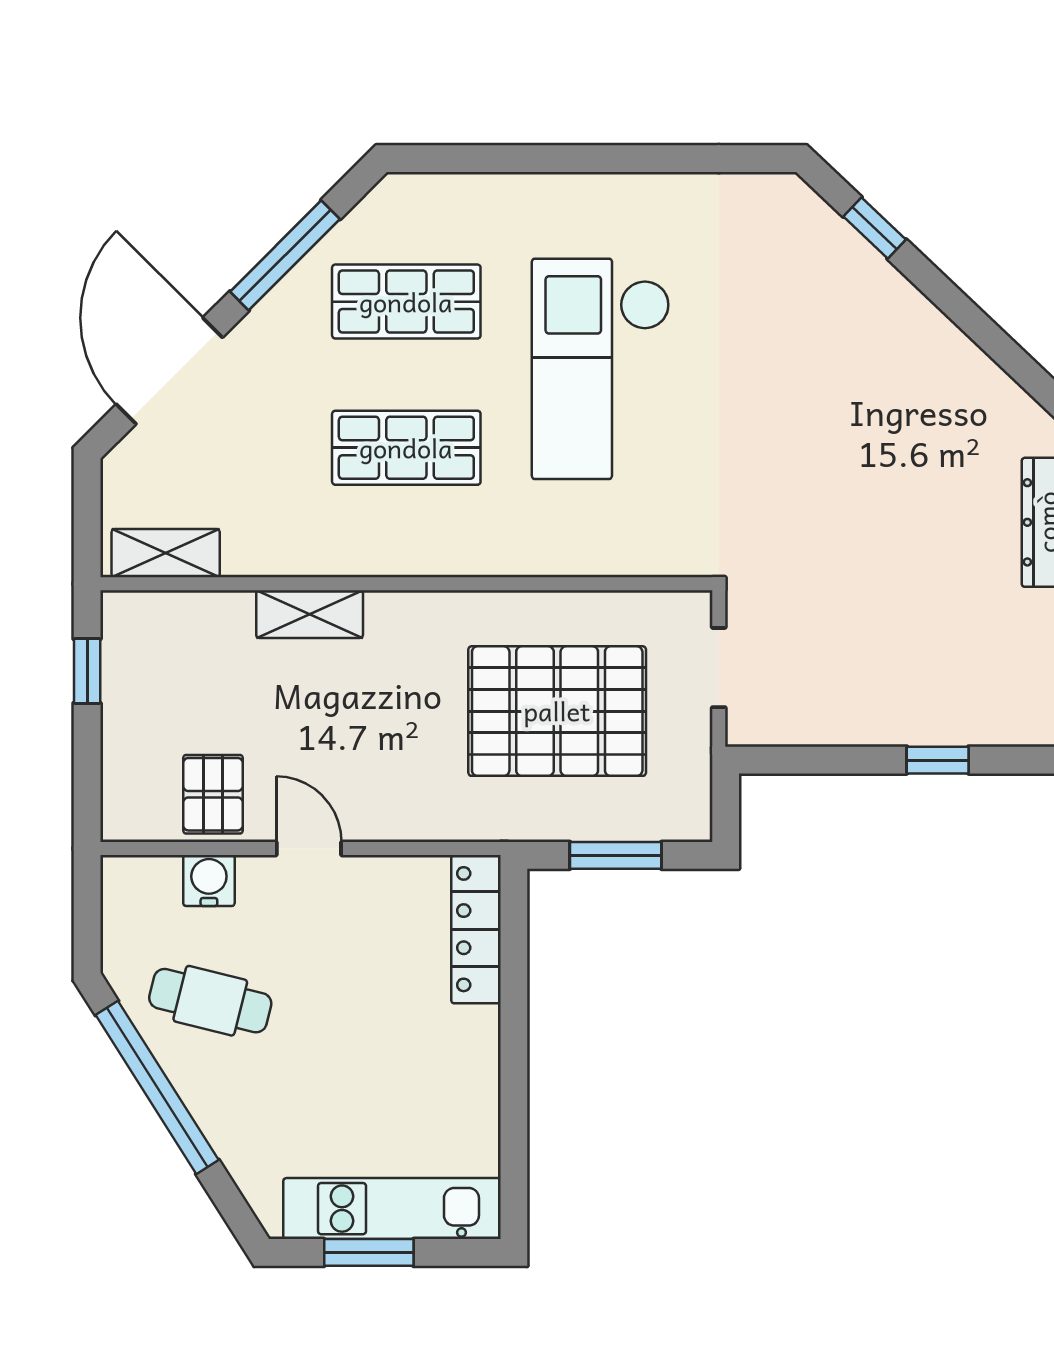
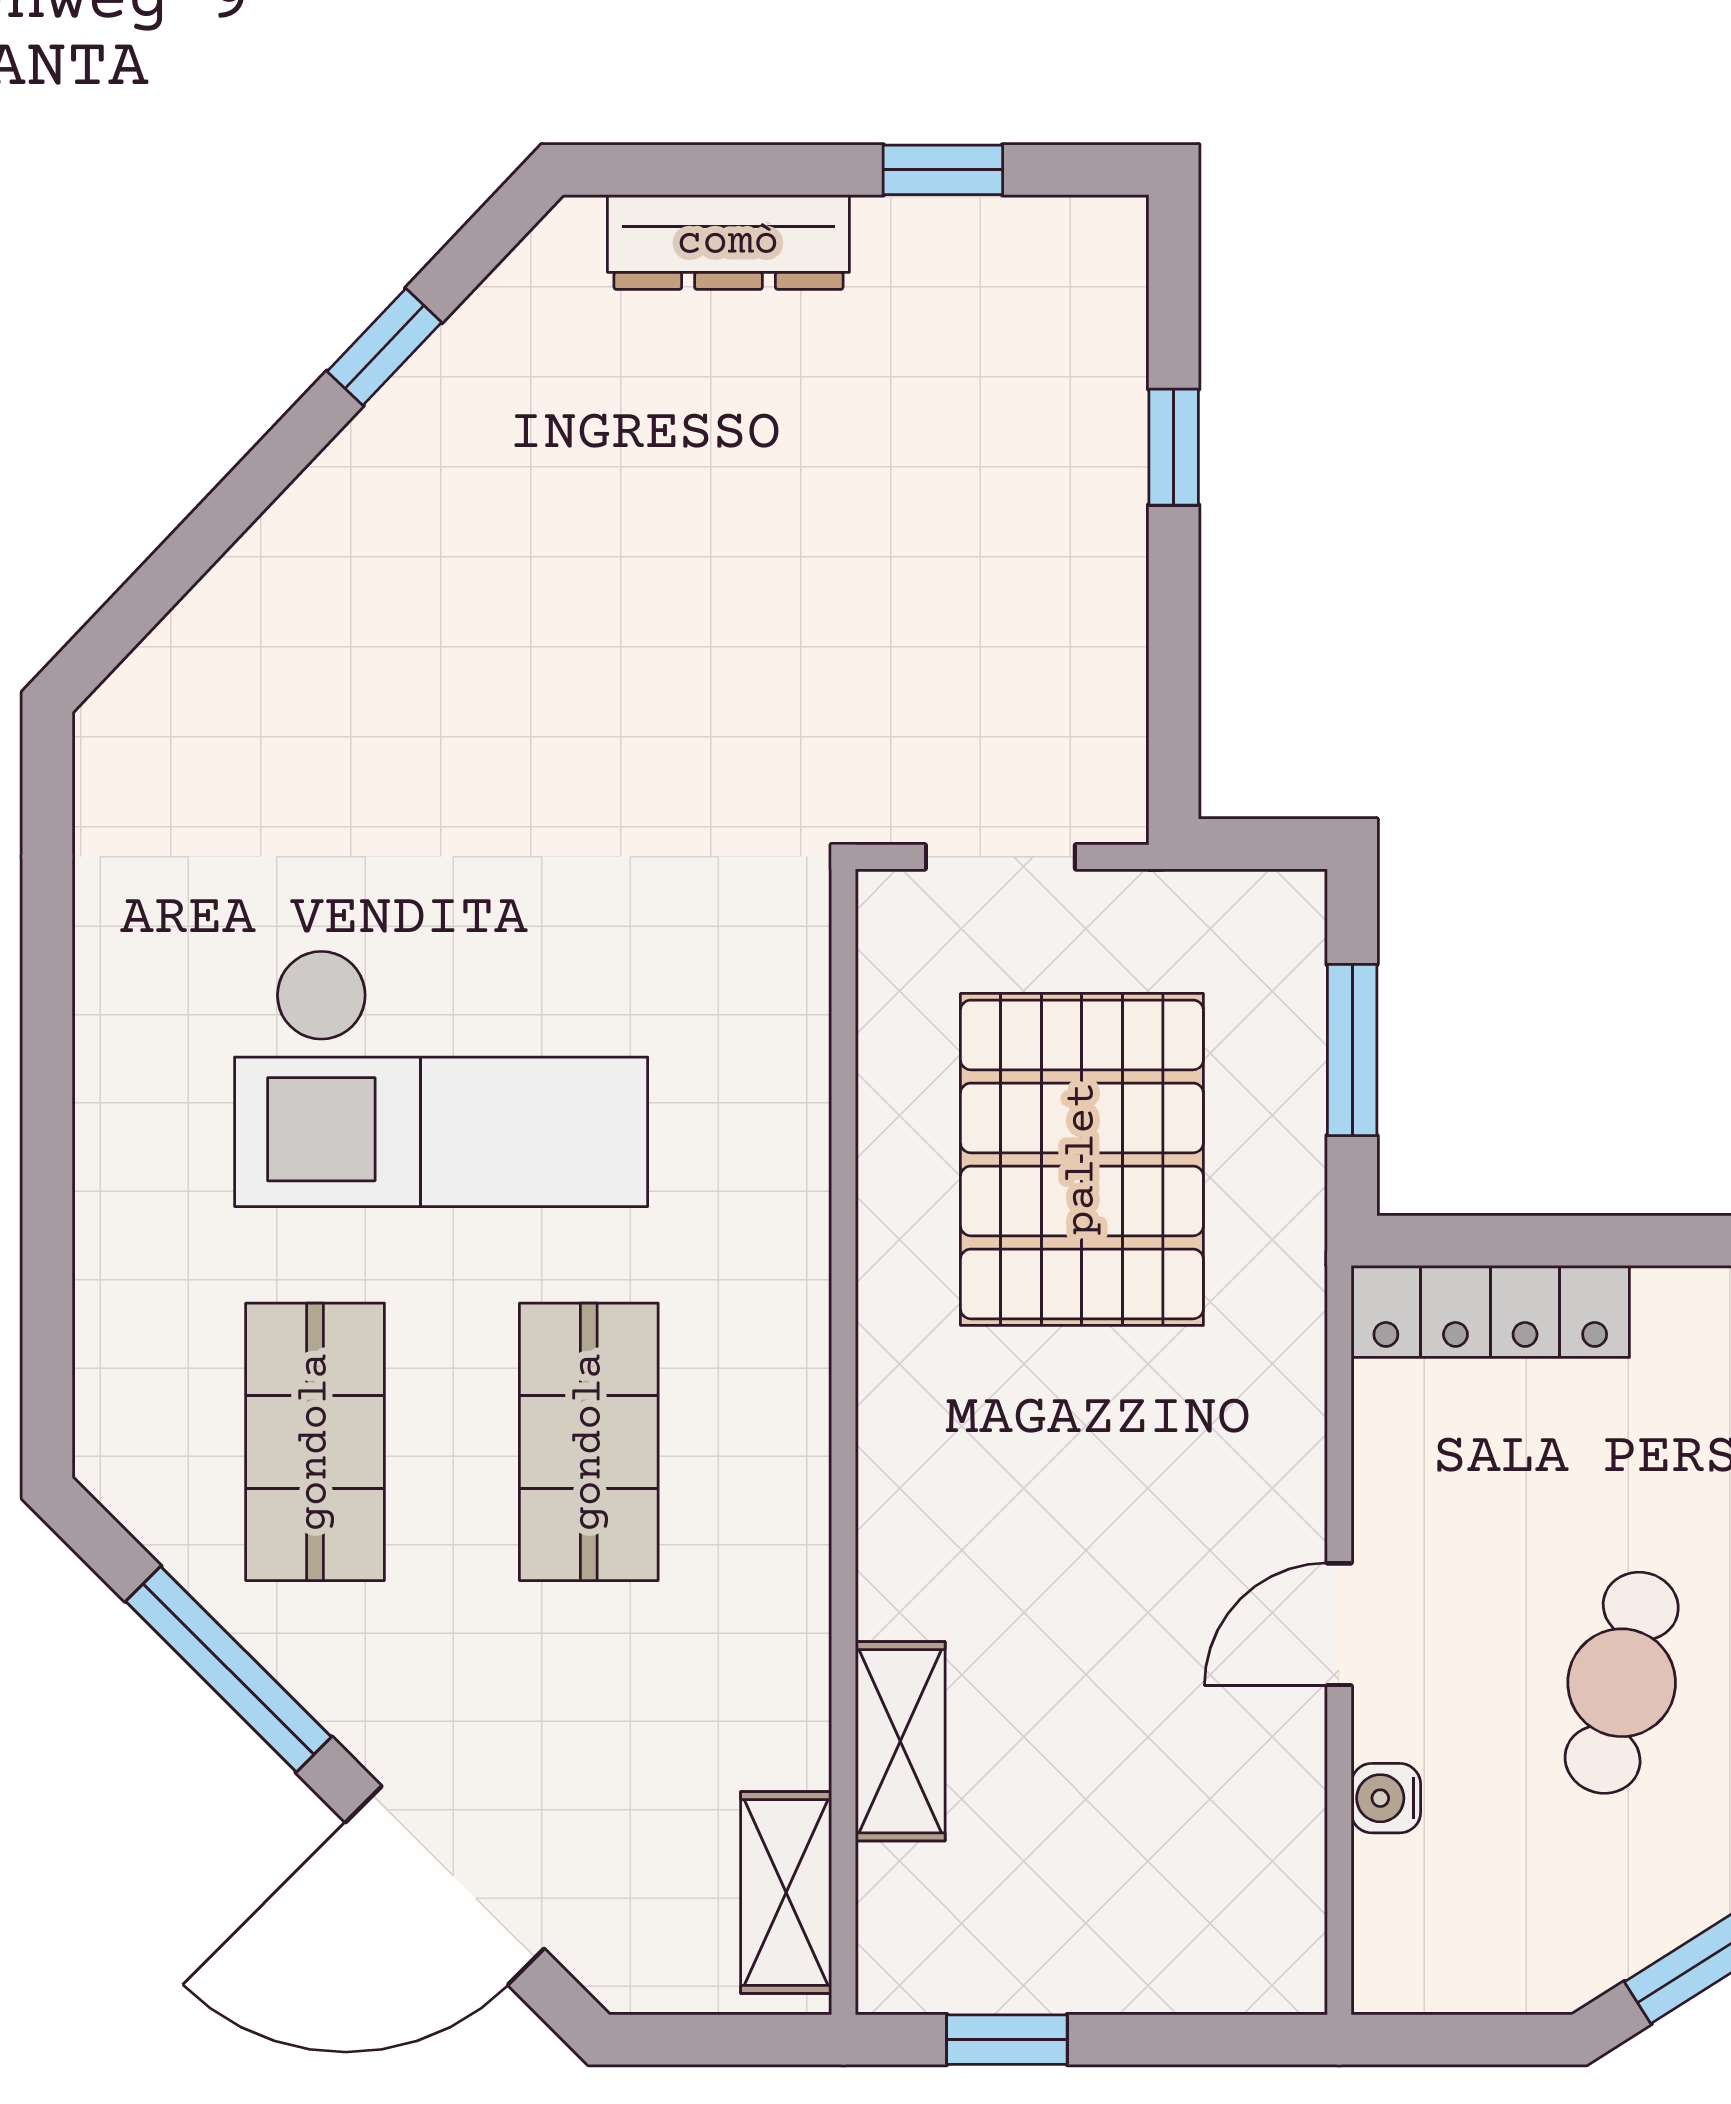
window: (875, 228) -> (384, 347), moved
shelving: (310, 614) -> (900, 1741), moved
pallet: (213, 794) -> (1238, 1804), removed
water cooler: (209, 880) -> (1386, 1798), width x0.72, depth x0.72
cafe table: (210, 1001) -> (1622, 1683), moved

